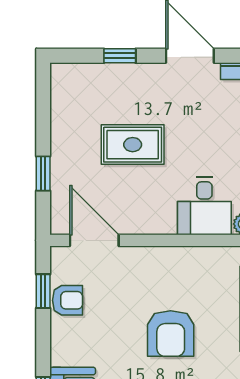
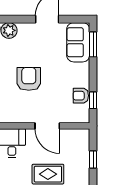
door: (94, 240) -> (47, 126), moved

